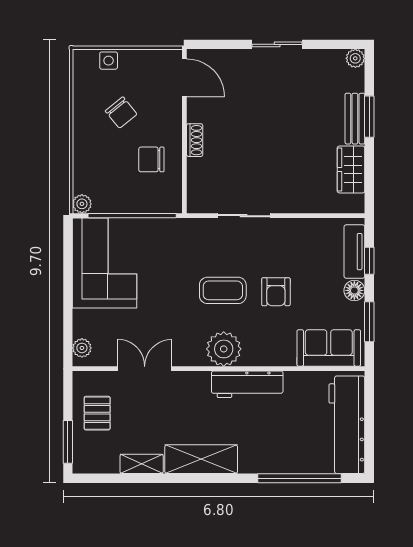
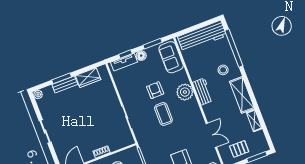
armchair: (276, 292) -> (155, 90), turned -91
plant: (224, 349) -> (185, 92), moved
double door: (145, 369) -> (211, 135), swing flipped
workbench: (247, 384) -> (203, 92), width x0.73
stool: (265, 441) -> (223, 70), added

